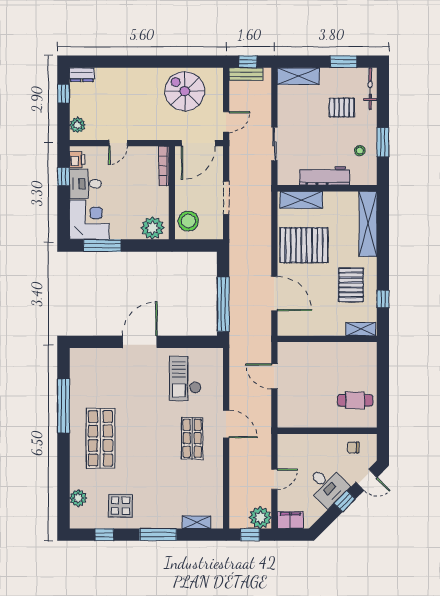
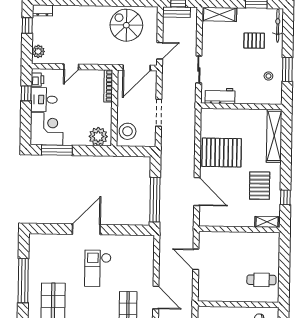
workbench: (324, 176) -> (220, 96), moved, width x0.73
shelving: (301, 200) -> (220, 115), removed
checkout: (185, 378) -> (98, 268), moved

